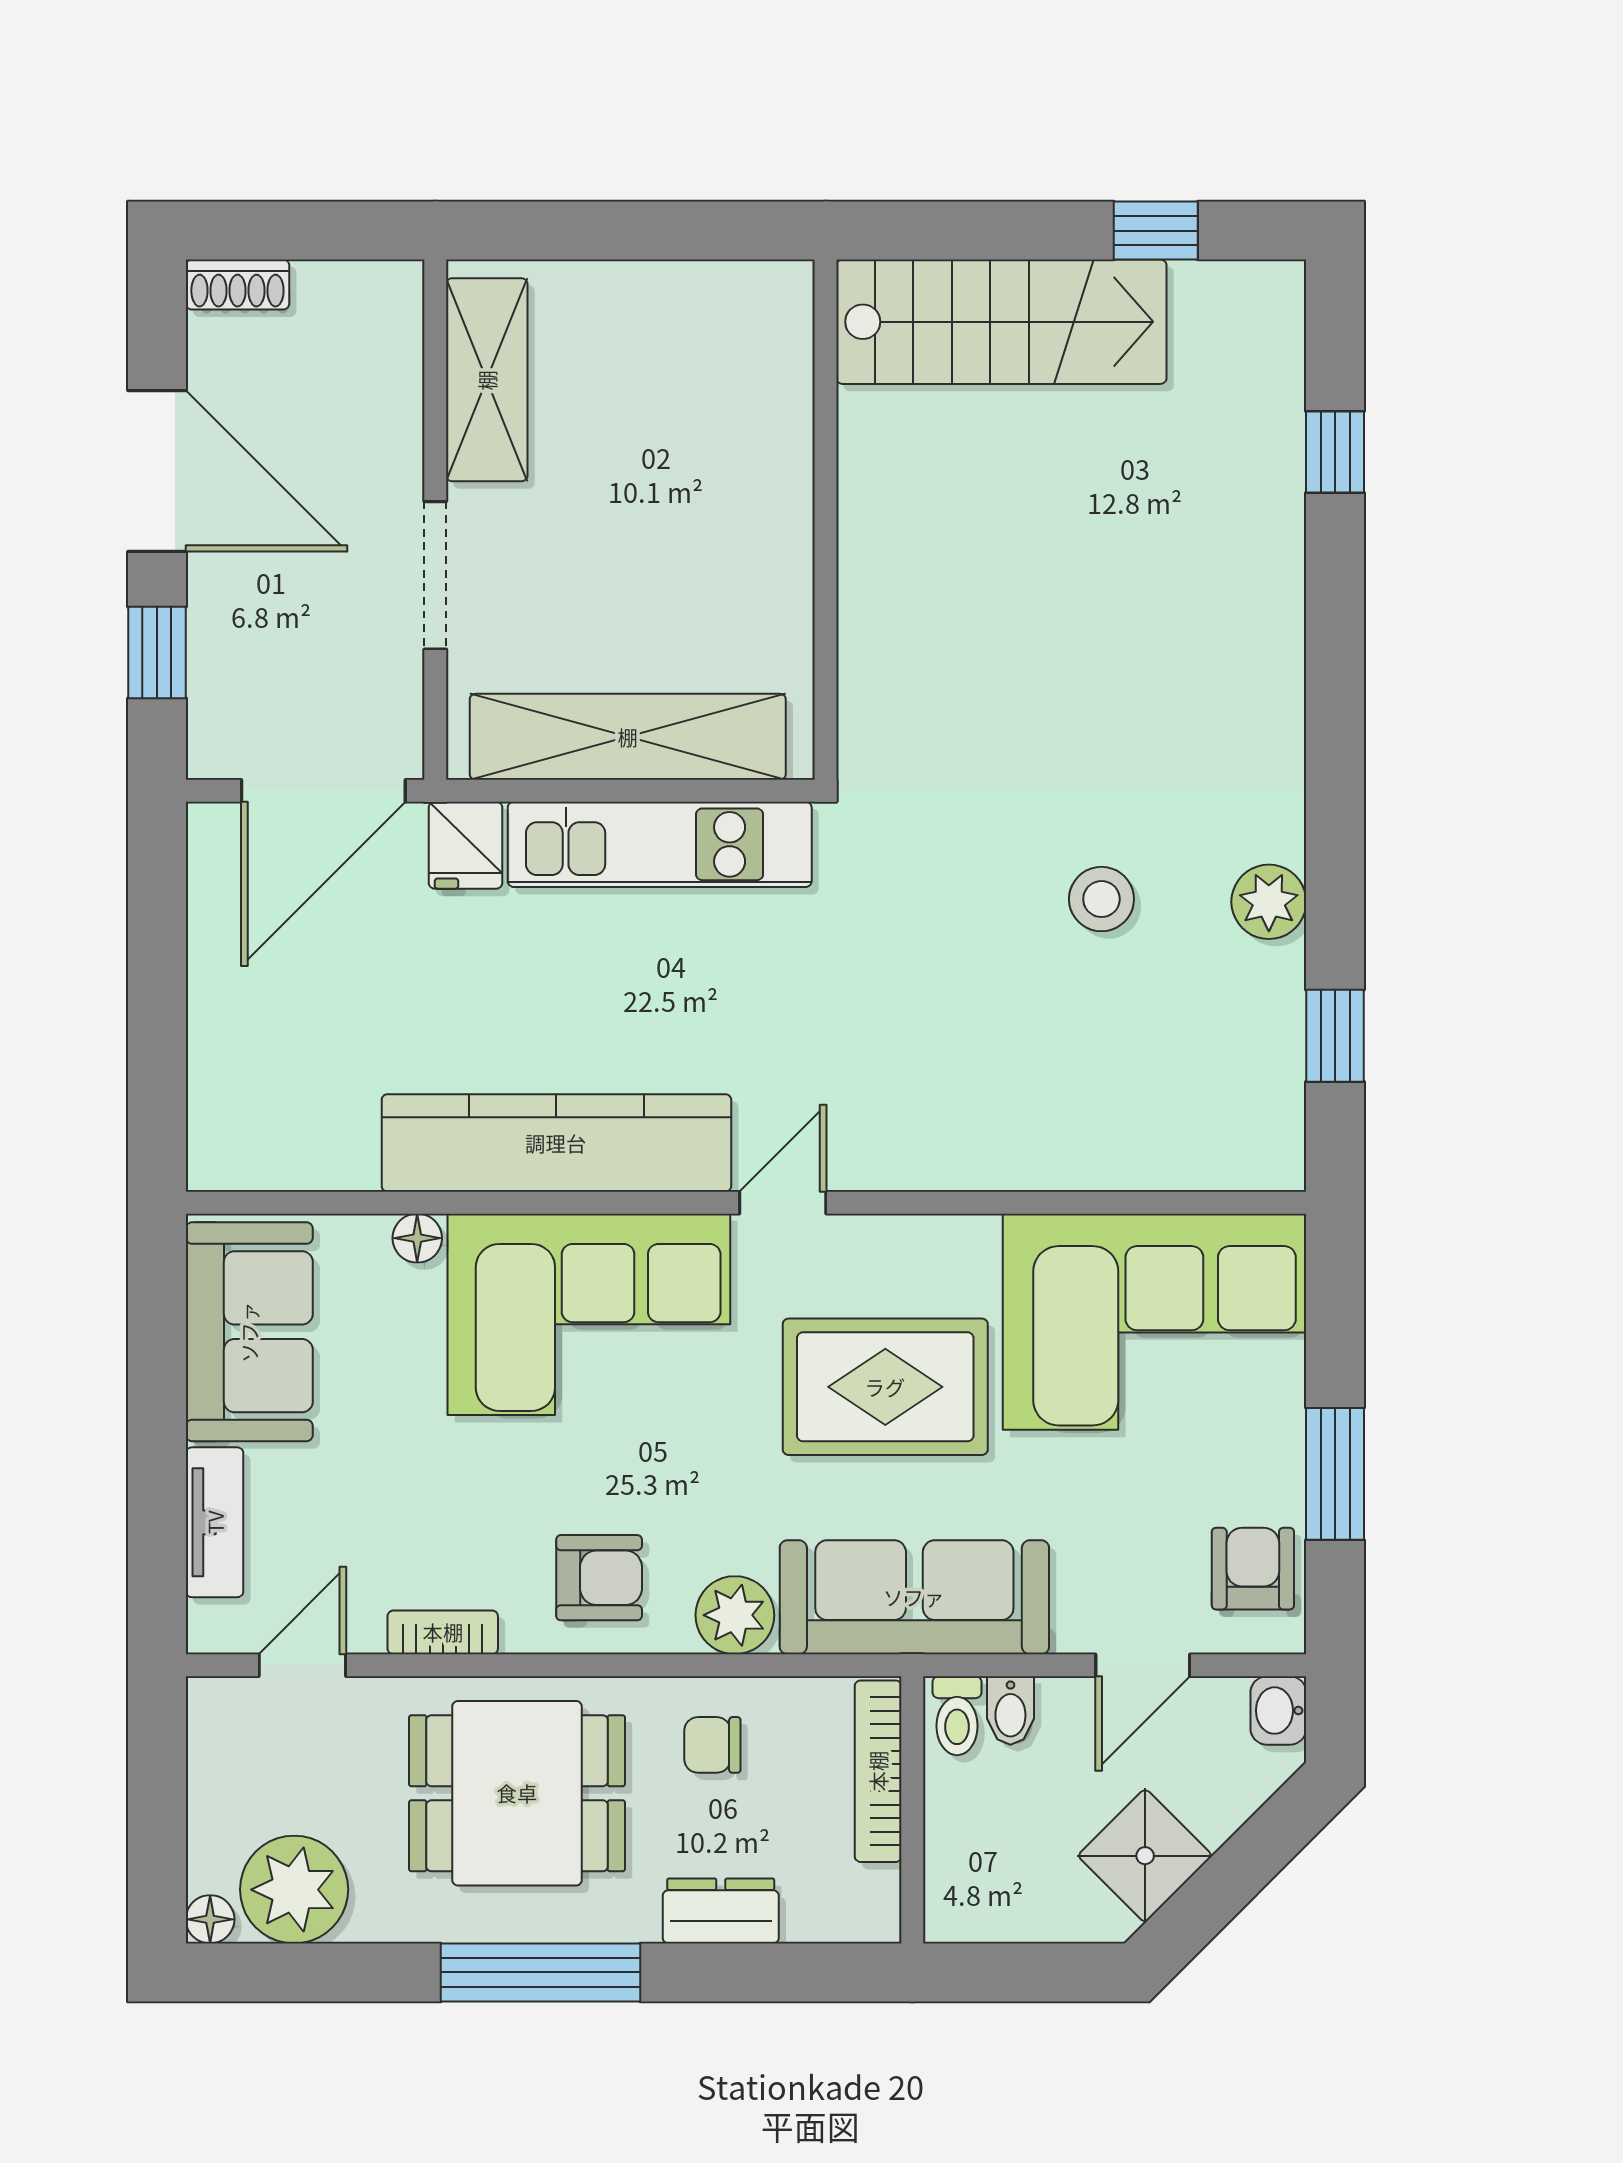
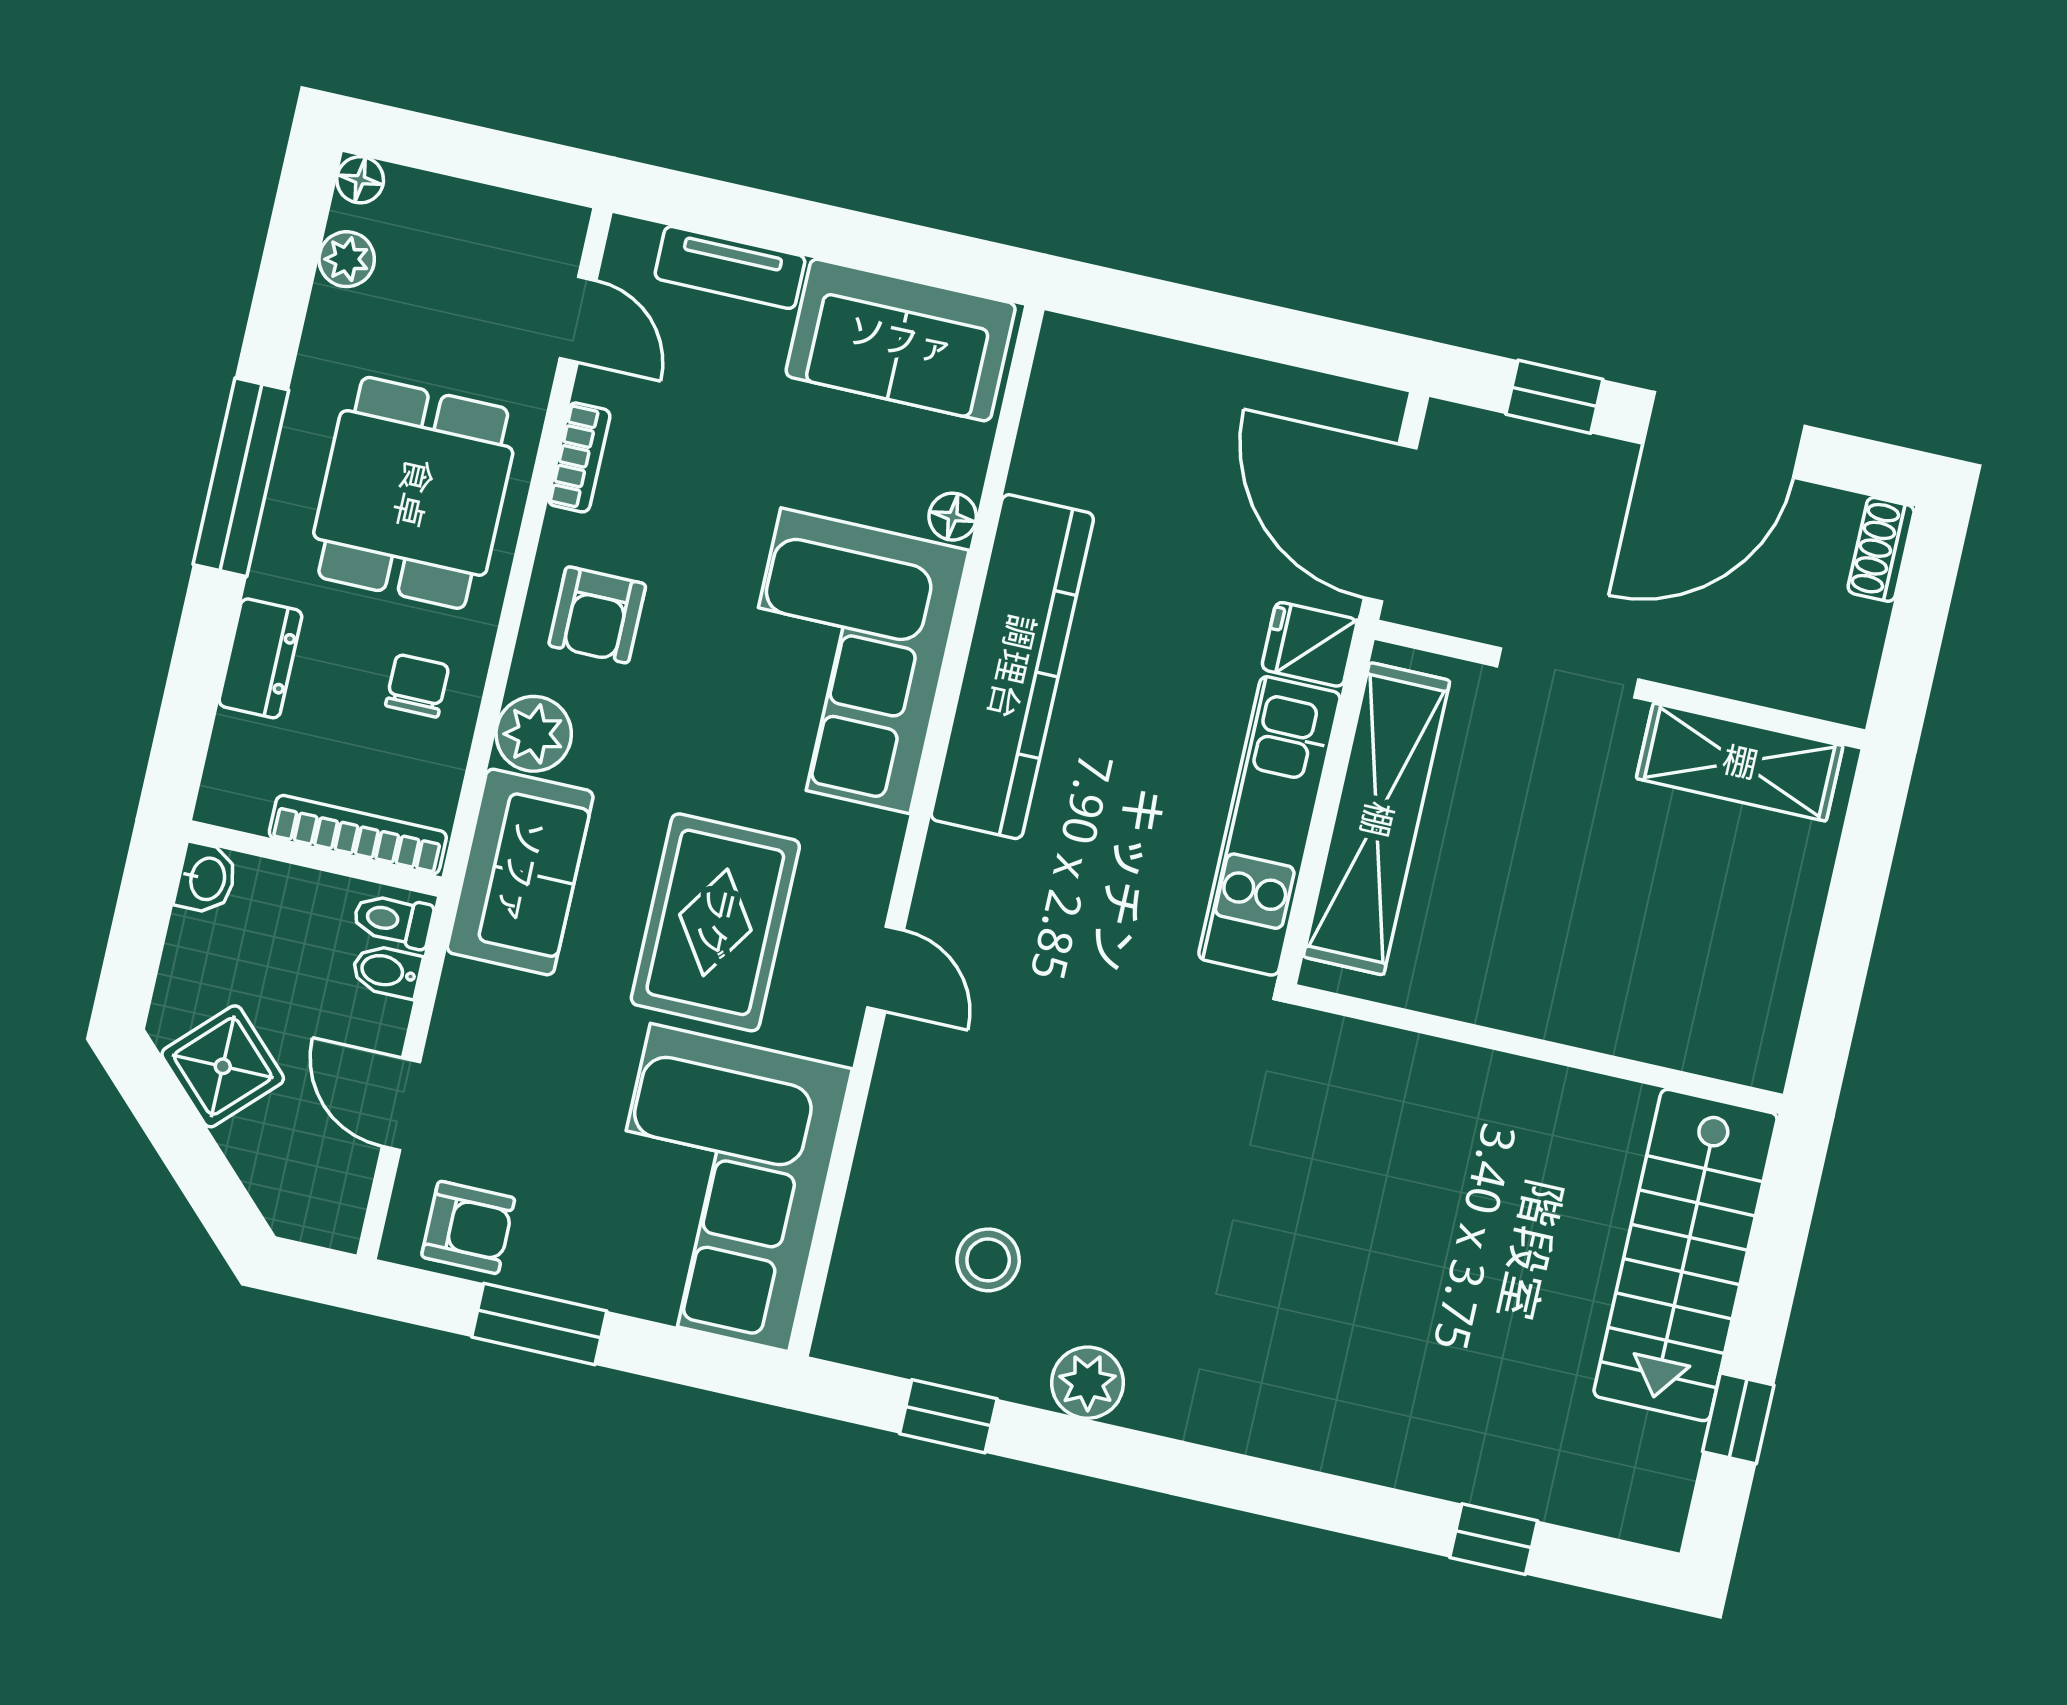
stool: (1101, 899) -> (988, 1260), moved
door: (783, 1203) -> (886, 969), moved
sofa: (914, 1597) -> (520, 872), width x0.73
washbasin: (1278, 1711) -> (206, 879), moved, turned 90
plant: (294, 1890) -> (347, 259), width x0.53, depth x0.53

